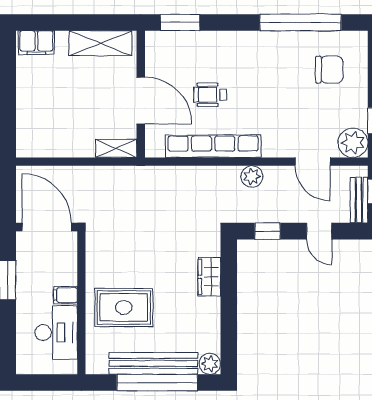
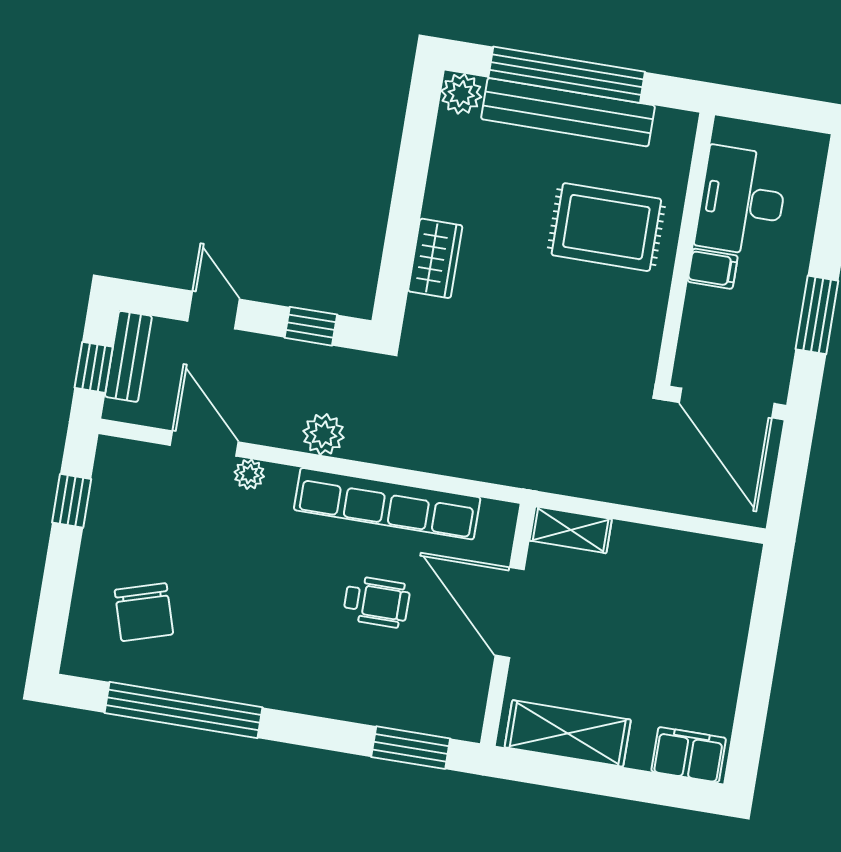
chair: (329, 70) -> (144, 612), turned -107
plant: (353, 143) -> (249, 474), moved, width x0.53, depth x0.53

